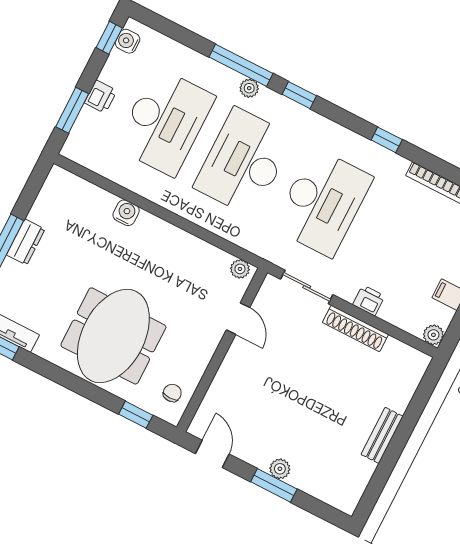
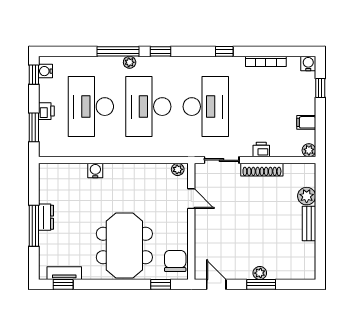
desk: (165, 122) -> (91, 107), turned 180
chair: (172, 393) -> (175, 261), width x1.87, depth x1.87
plant: (398, 396) -> (307, 196), added

